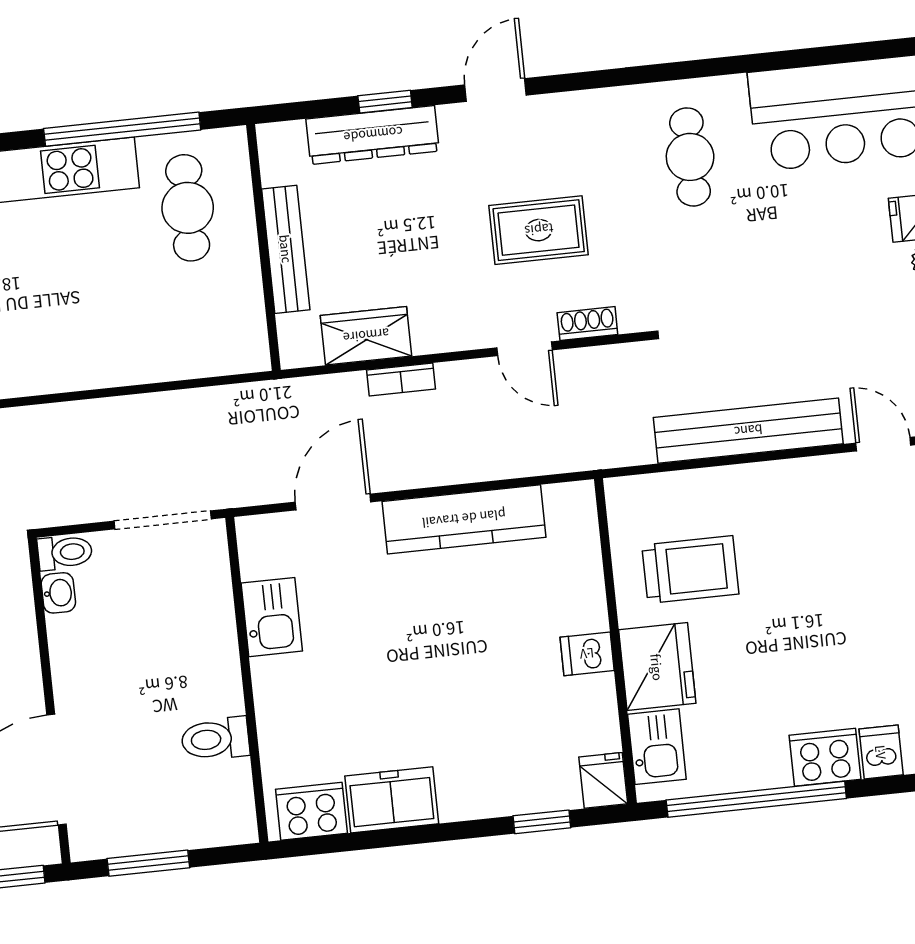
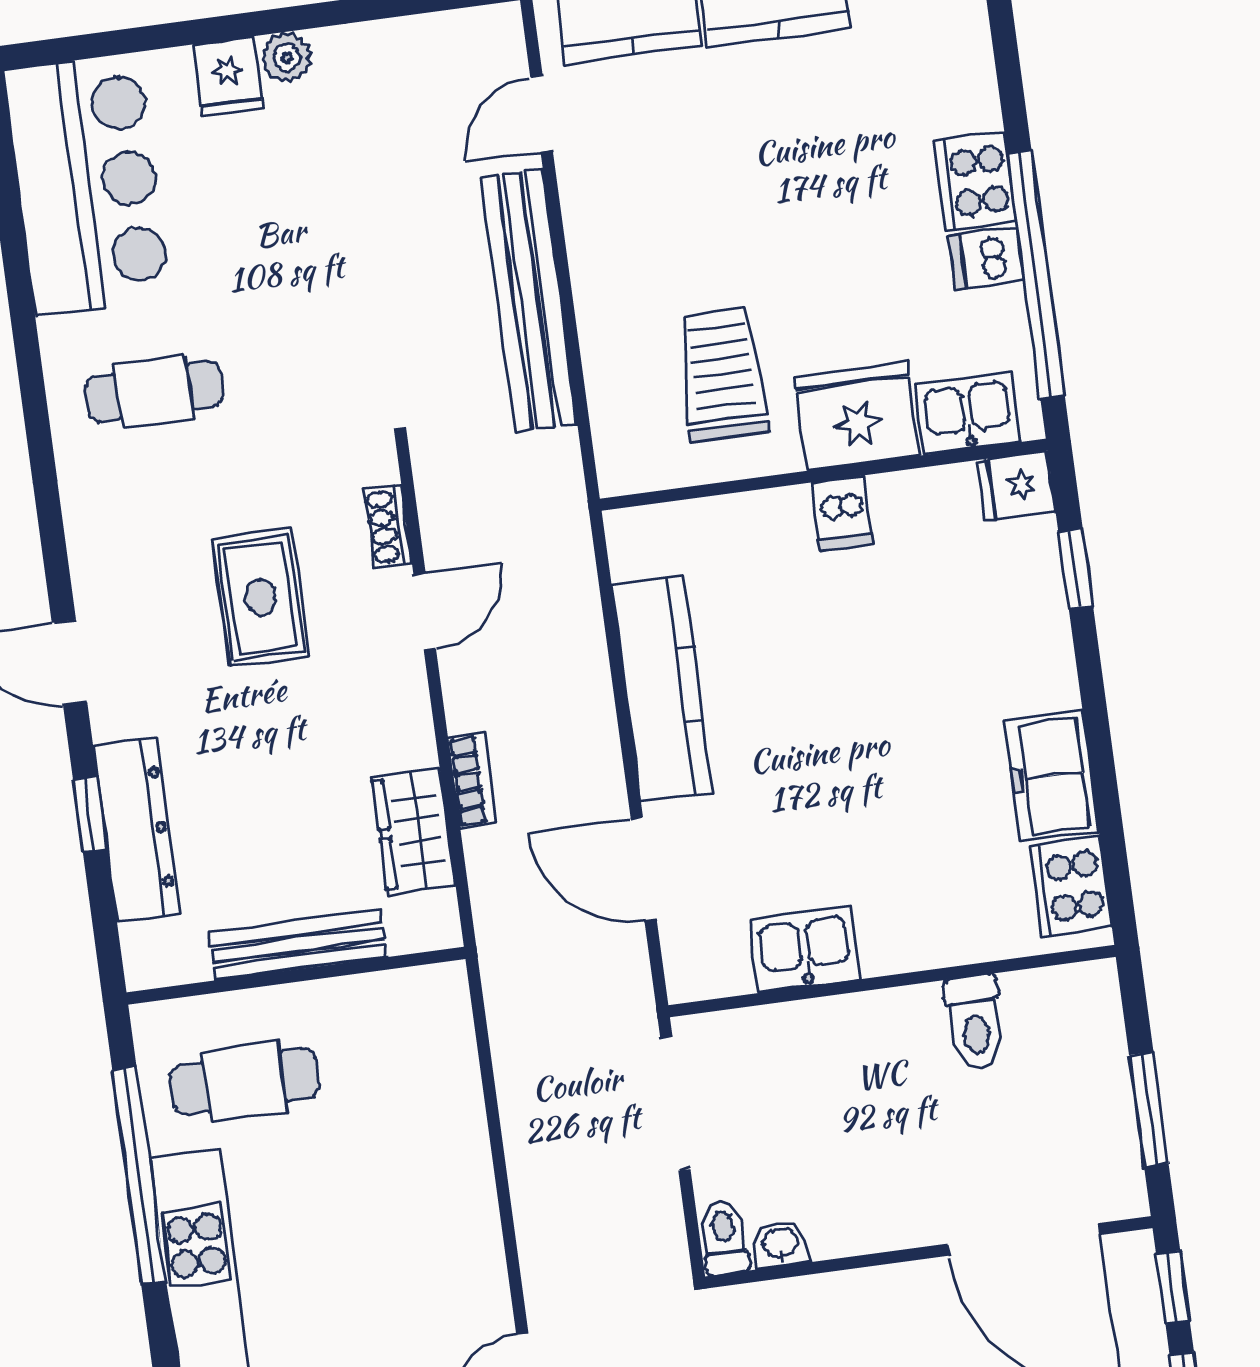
dishwasher: (881, 752) -> (986, 258), moved

